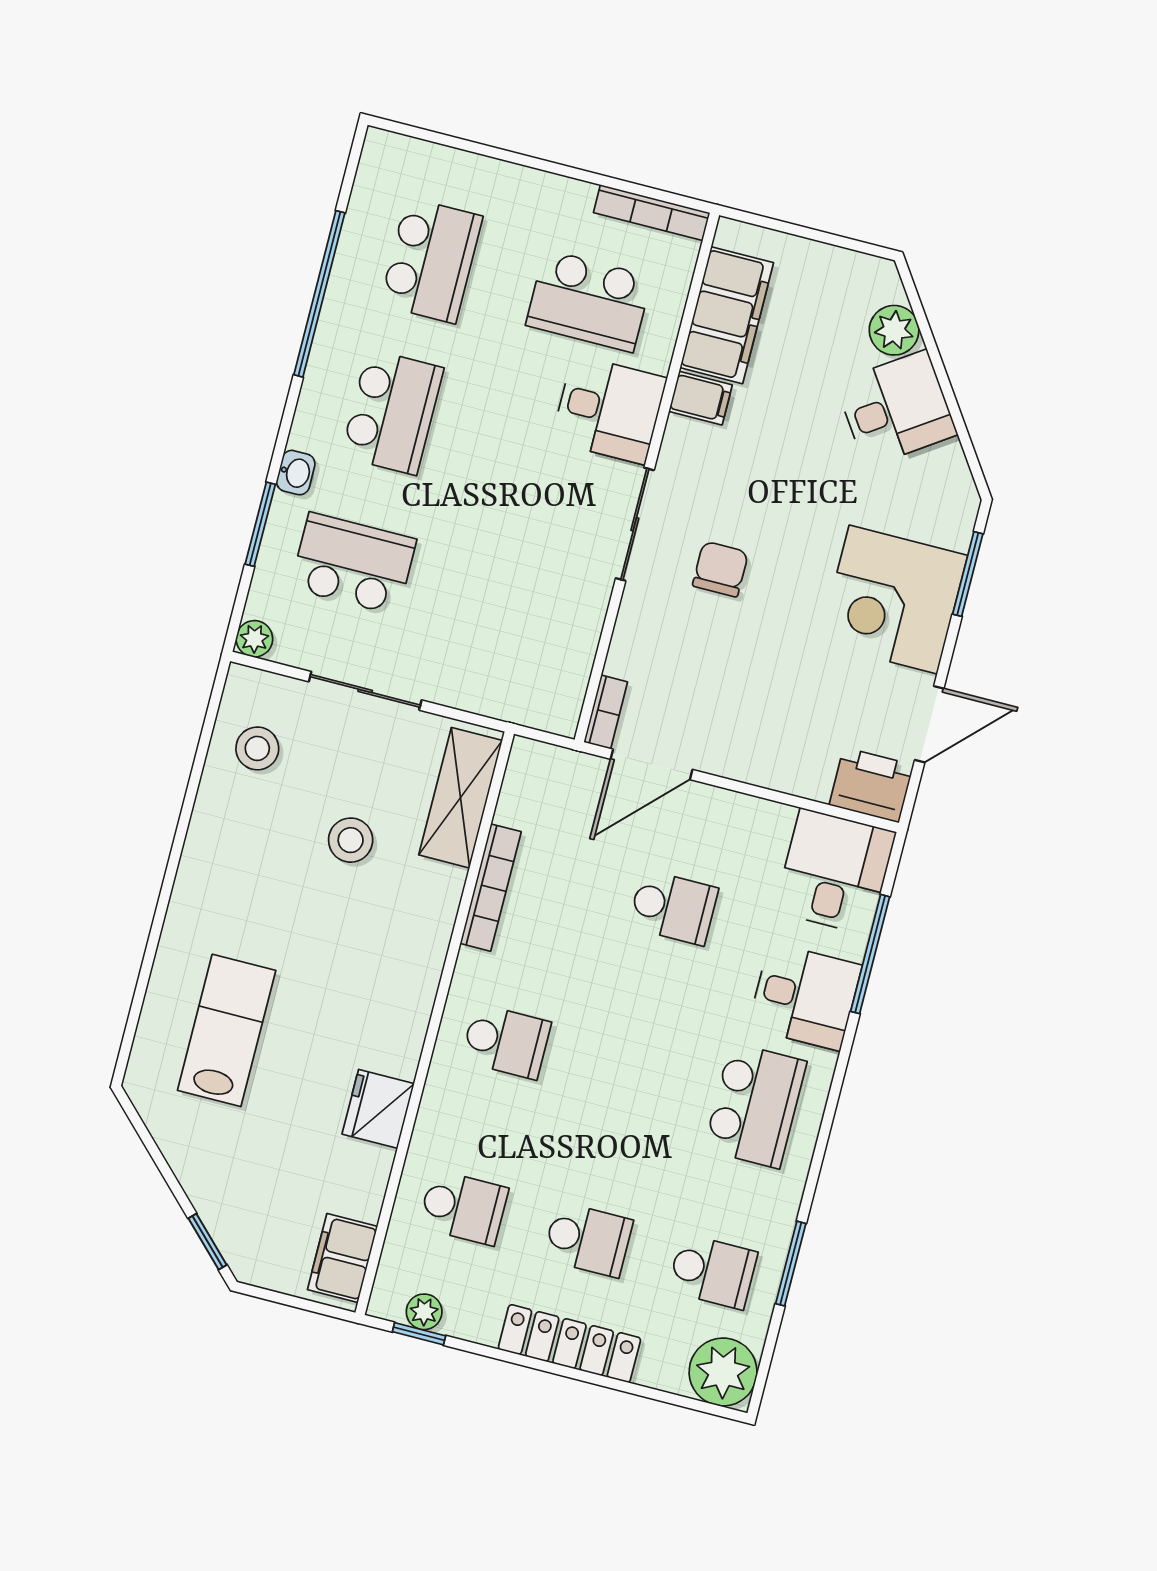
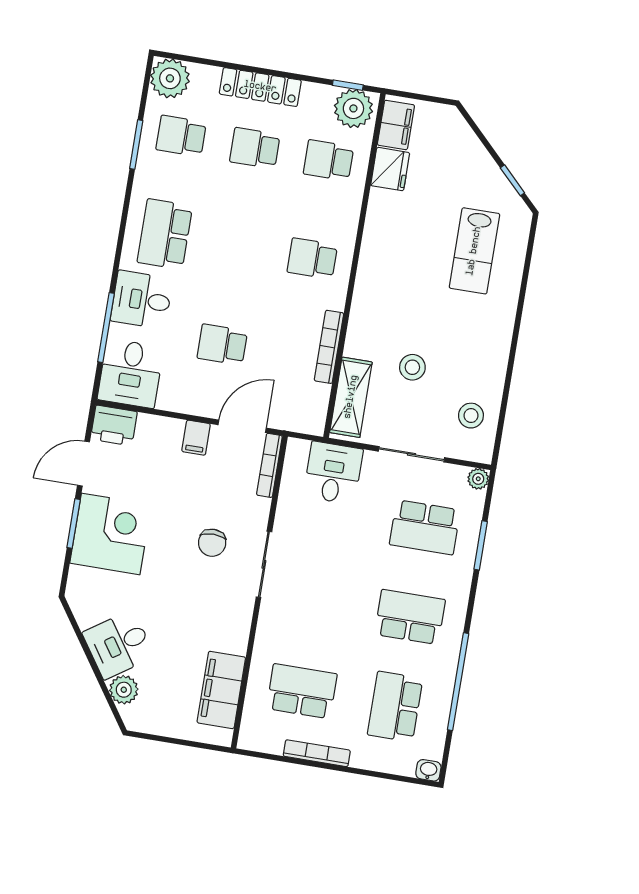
bookcase: (652, 213) -> (317, 753), moved
filing cabinet: (700, 398) -> (196, 438), moved, turned -90
desk: (609, 410) -> (333, 473), moved, turned 90
school desk: (392, 412) -> (410, 617), turned 90
washbasin: (296, 473) -> (428, 770), moved, turned 90
window: (968, 574) -> (74, 523), moved
bookcase: (606, 712) -> (269, 465), width x1.56
fridge: (378, 1109) -> (390, 169), moved
window: (208, 1242) -> (512, 180), moved
plant: (424, 1312) -> (353, 108), width x1.87, depth x1.87

